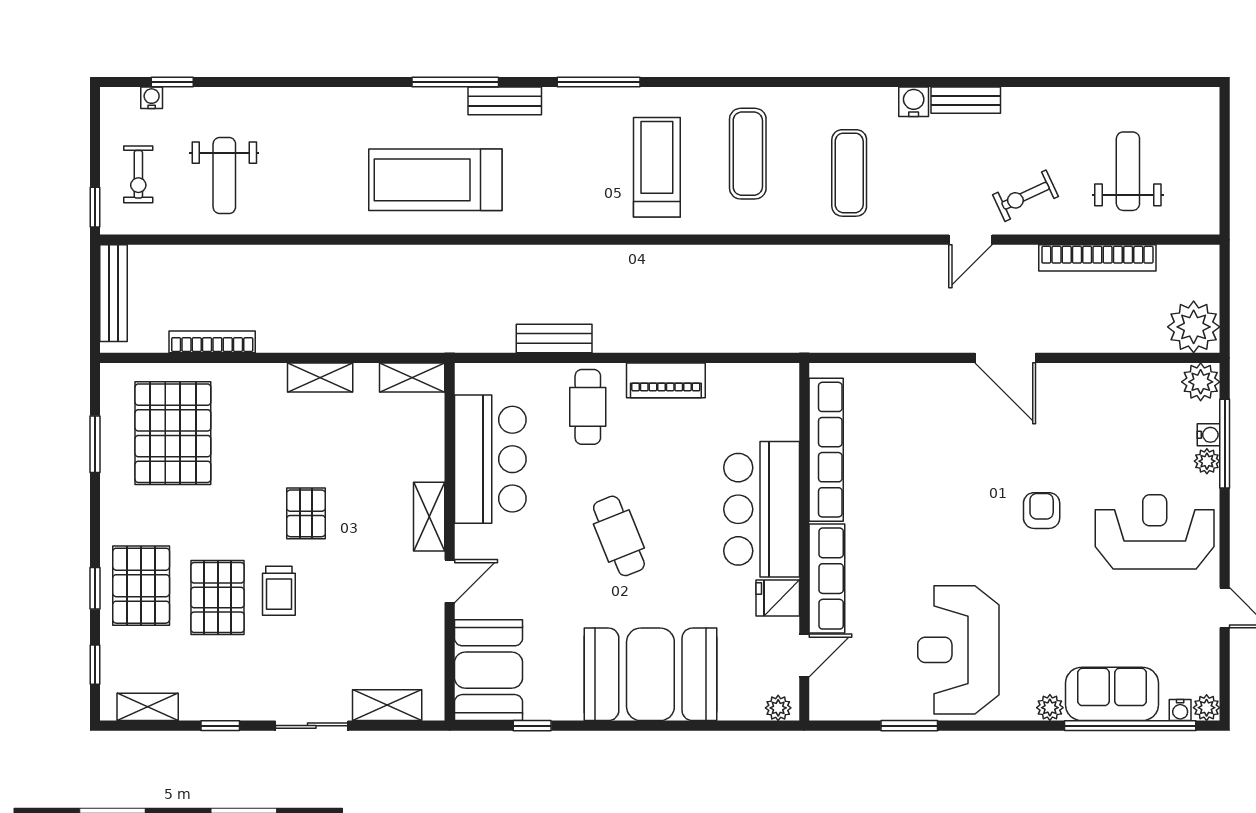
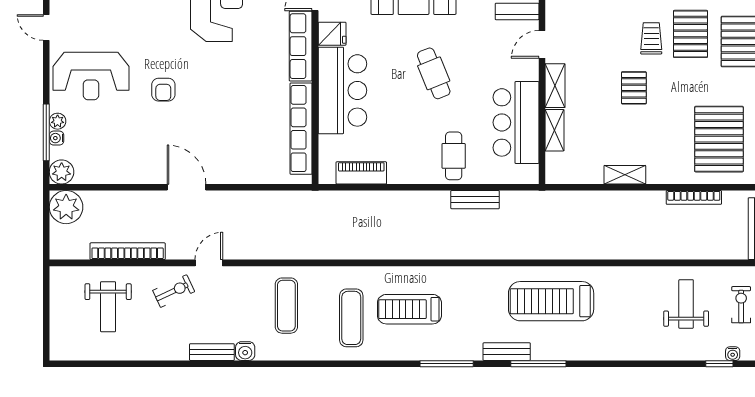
treadmill: (657, 167) -> (409, 309), turned 90
treadmill: (435, 180) -> (551, 301), turned 180
shelving: (412, 377) -> (554, 130), moved, turned 90
piano: (666, 380) -> (361, 173), moved

